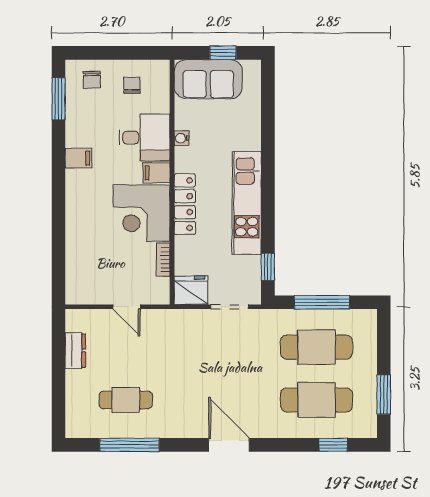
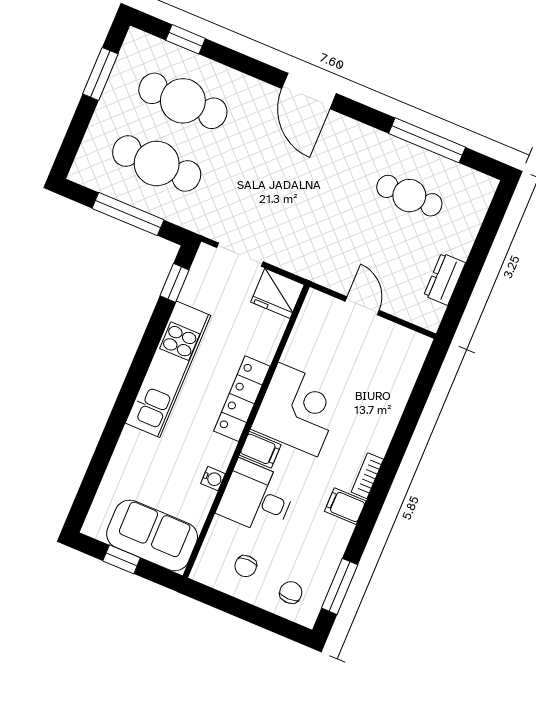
bookcase: (163, 260) -> (367, 476), moved, turned 180

